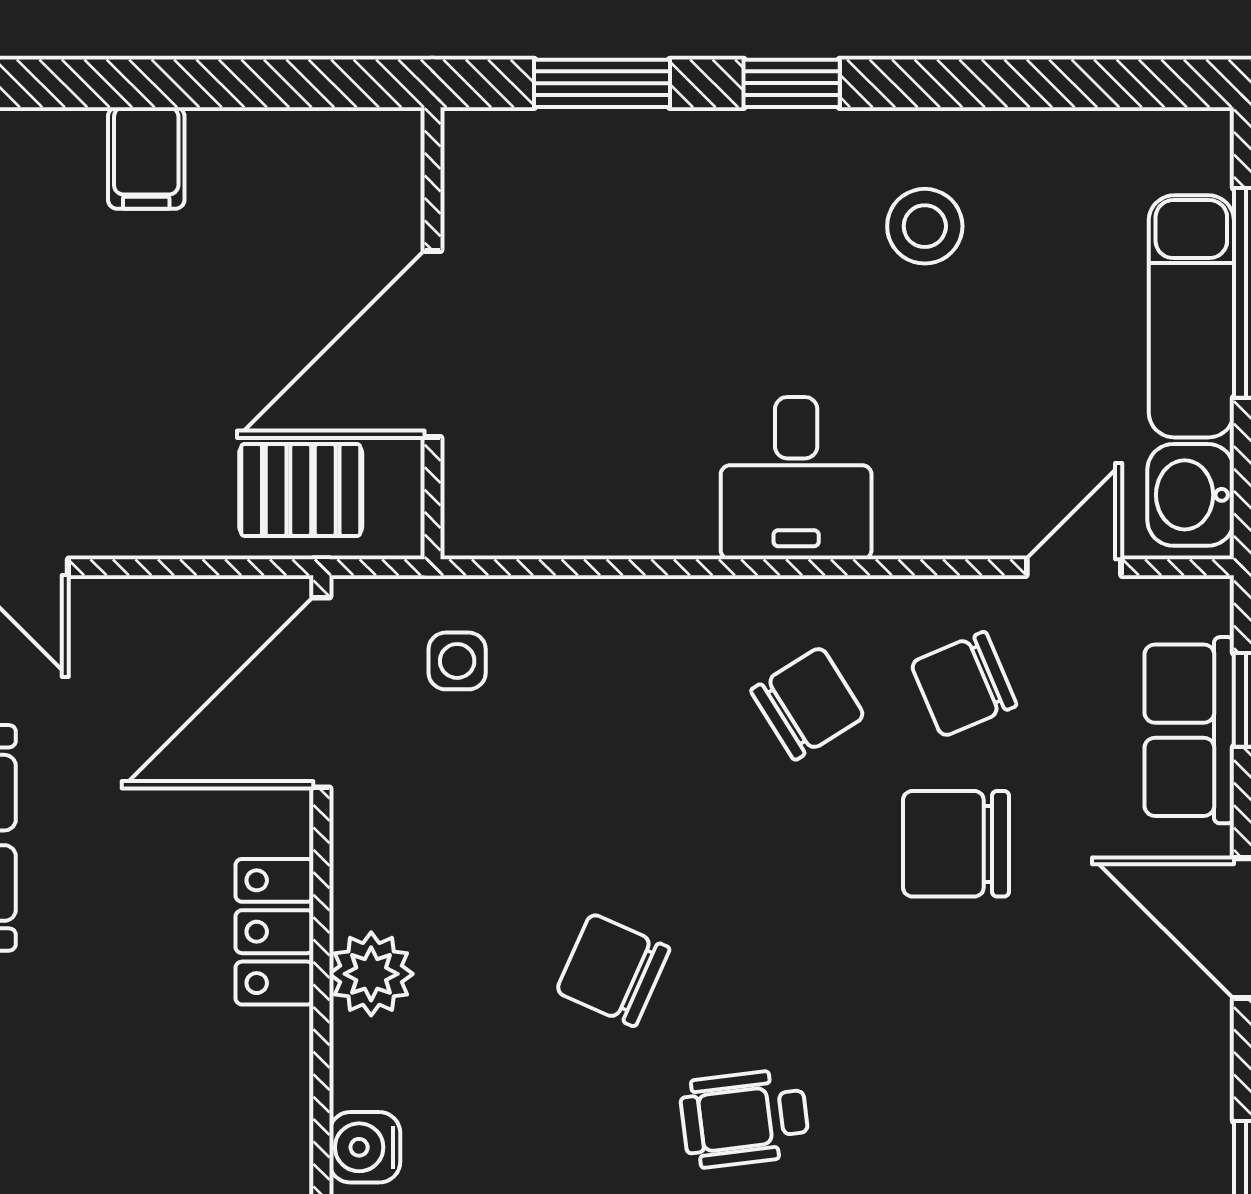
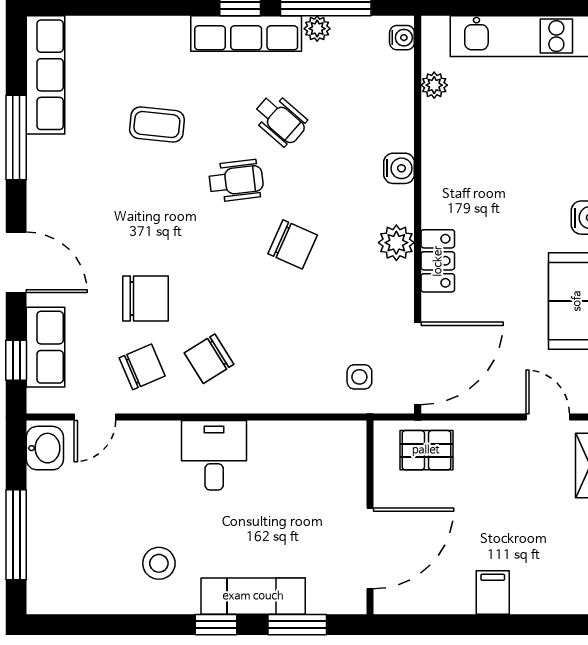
exam couch: (1191, 316) -> (253, 596), moved, turned -90
door: (432, 344) -> (370, 548), moved

